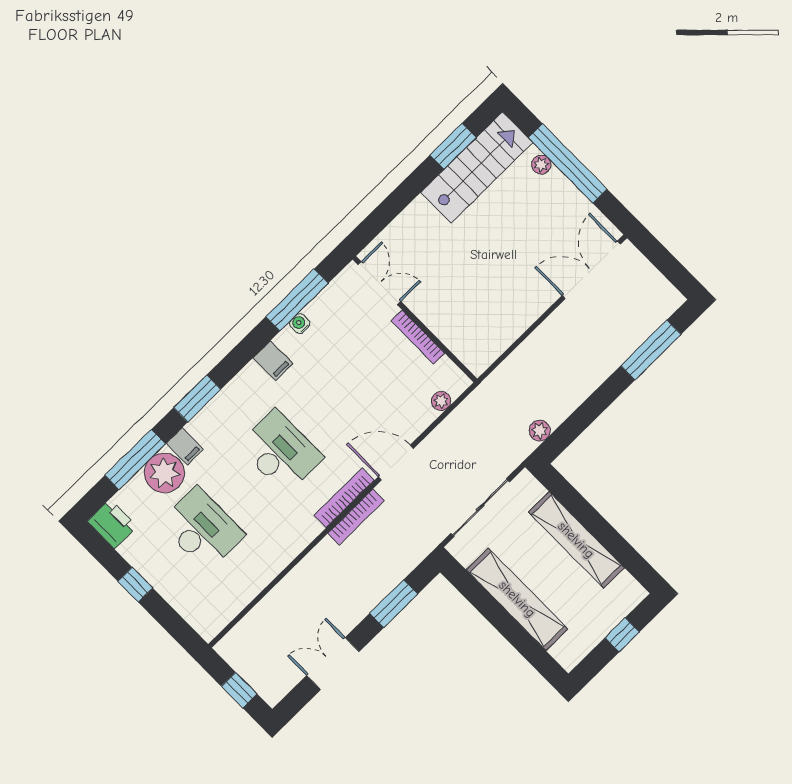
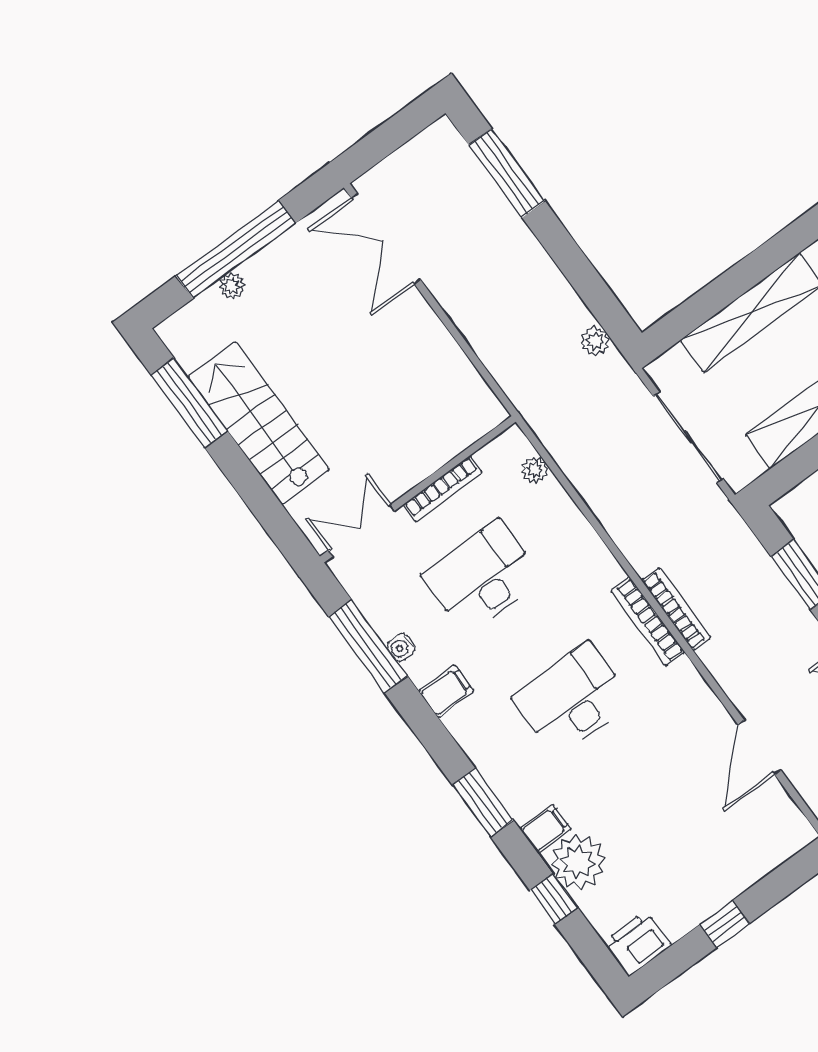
window: (453, 146) -> (189, 403), width x1.44
stairs: (477, 168) -> (259, 423), moved
window: (135, 459) -> (554, 899), width x0.46
door: (396, 463) -> (759, 747), moved
desk: (202, 529) -> (482, 577), moved

